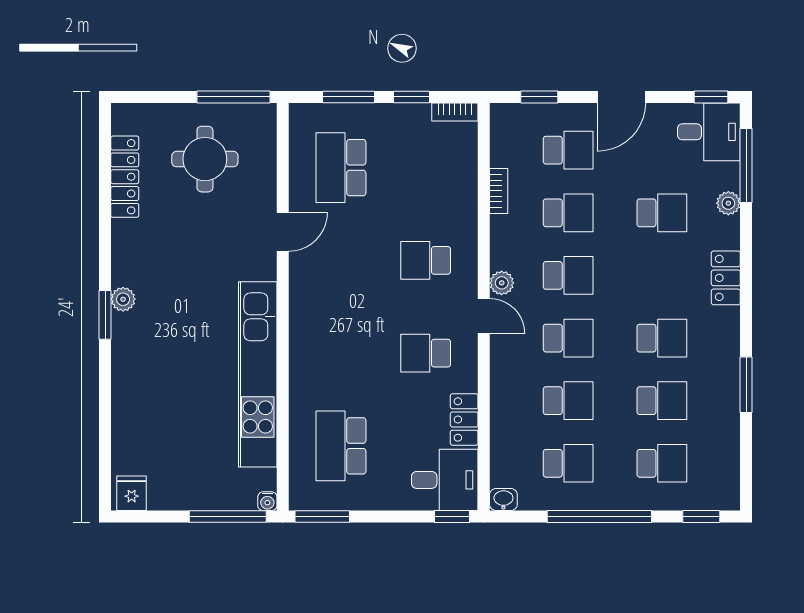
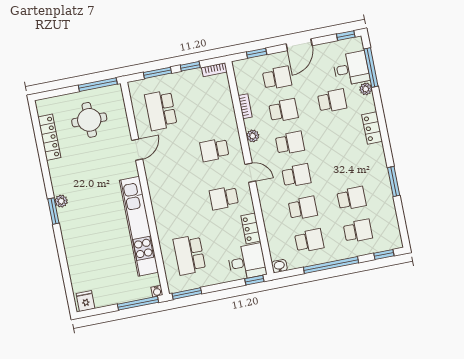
desk: (709, 132) -> (351, 68), moved
plant: (502, 283) -> (253, 136), moved
school desk: (662, 338) -> (345, 166), removed

